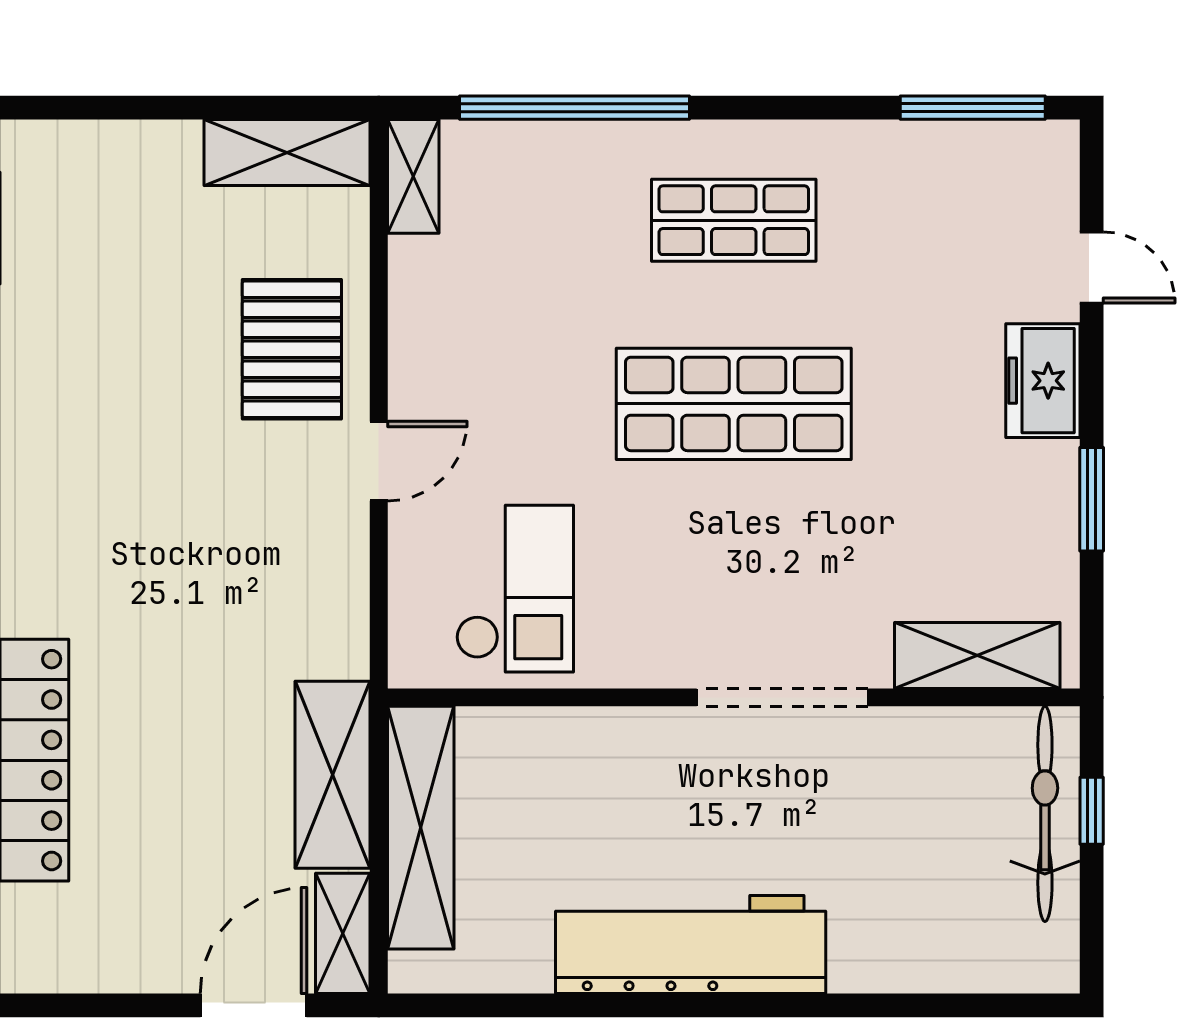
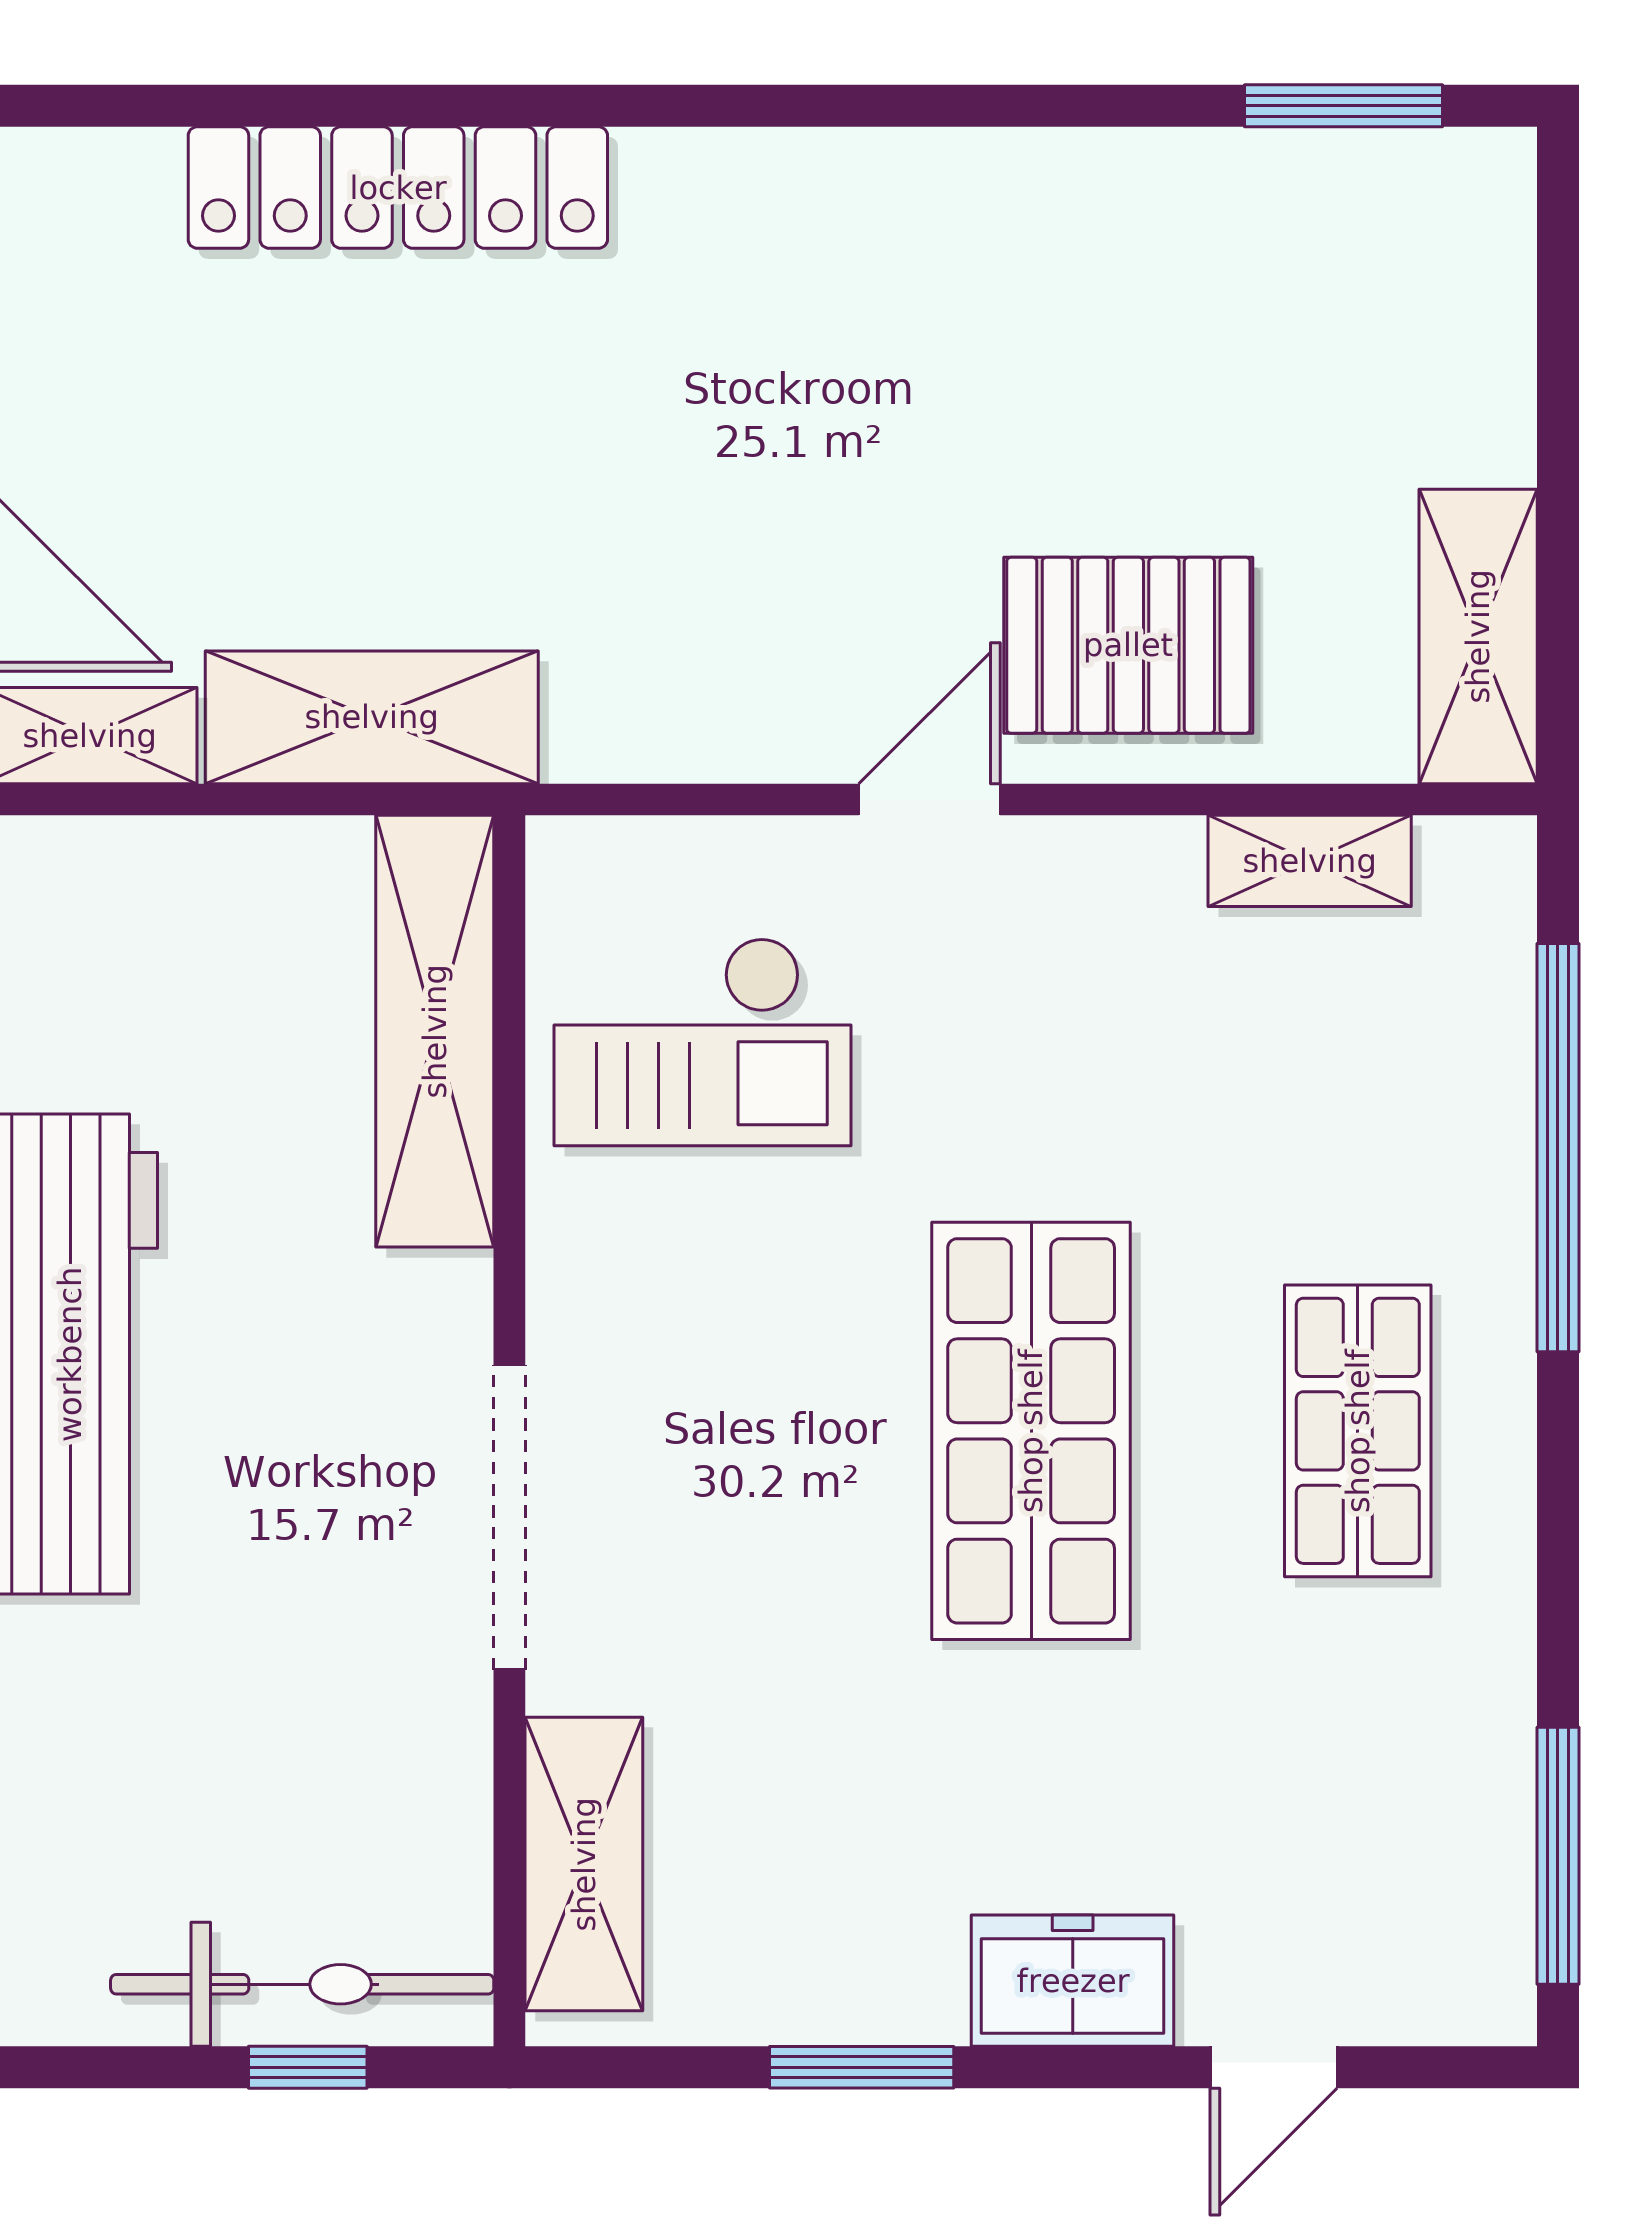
shelving: (413, 176) -> (1310, 861), moved
door: (379, 461) -> (929, 800), swing flipped
shelving: (421, 828) -> (435, 1031), moved, turned 90

